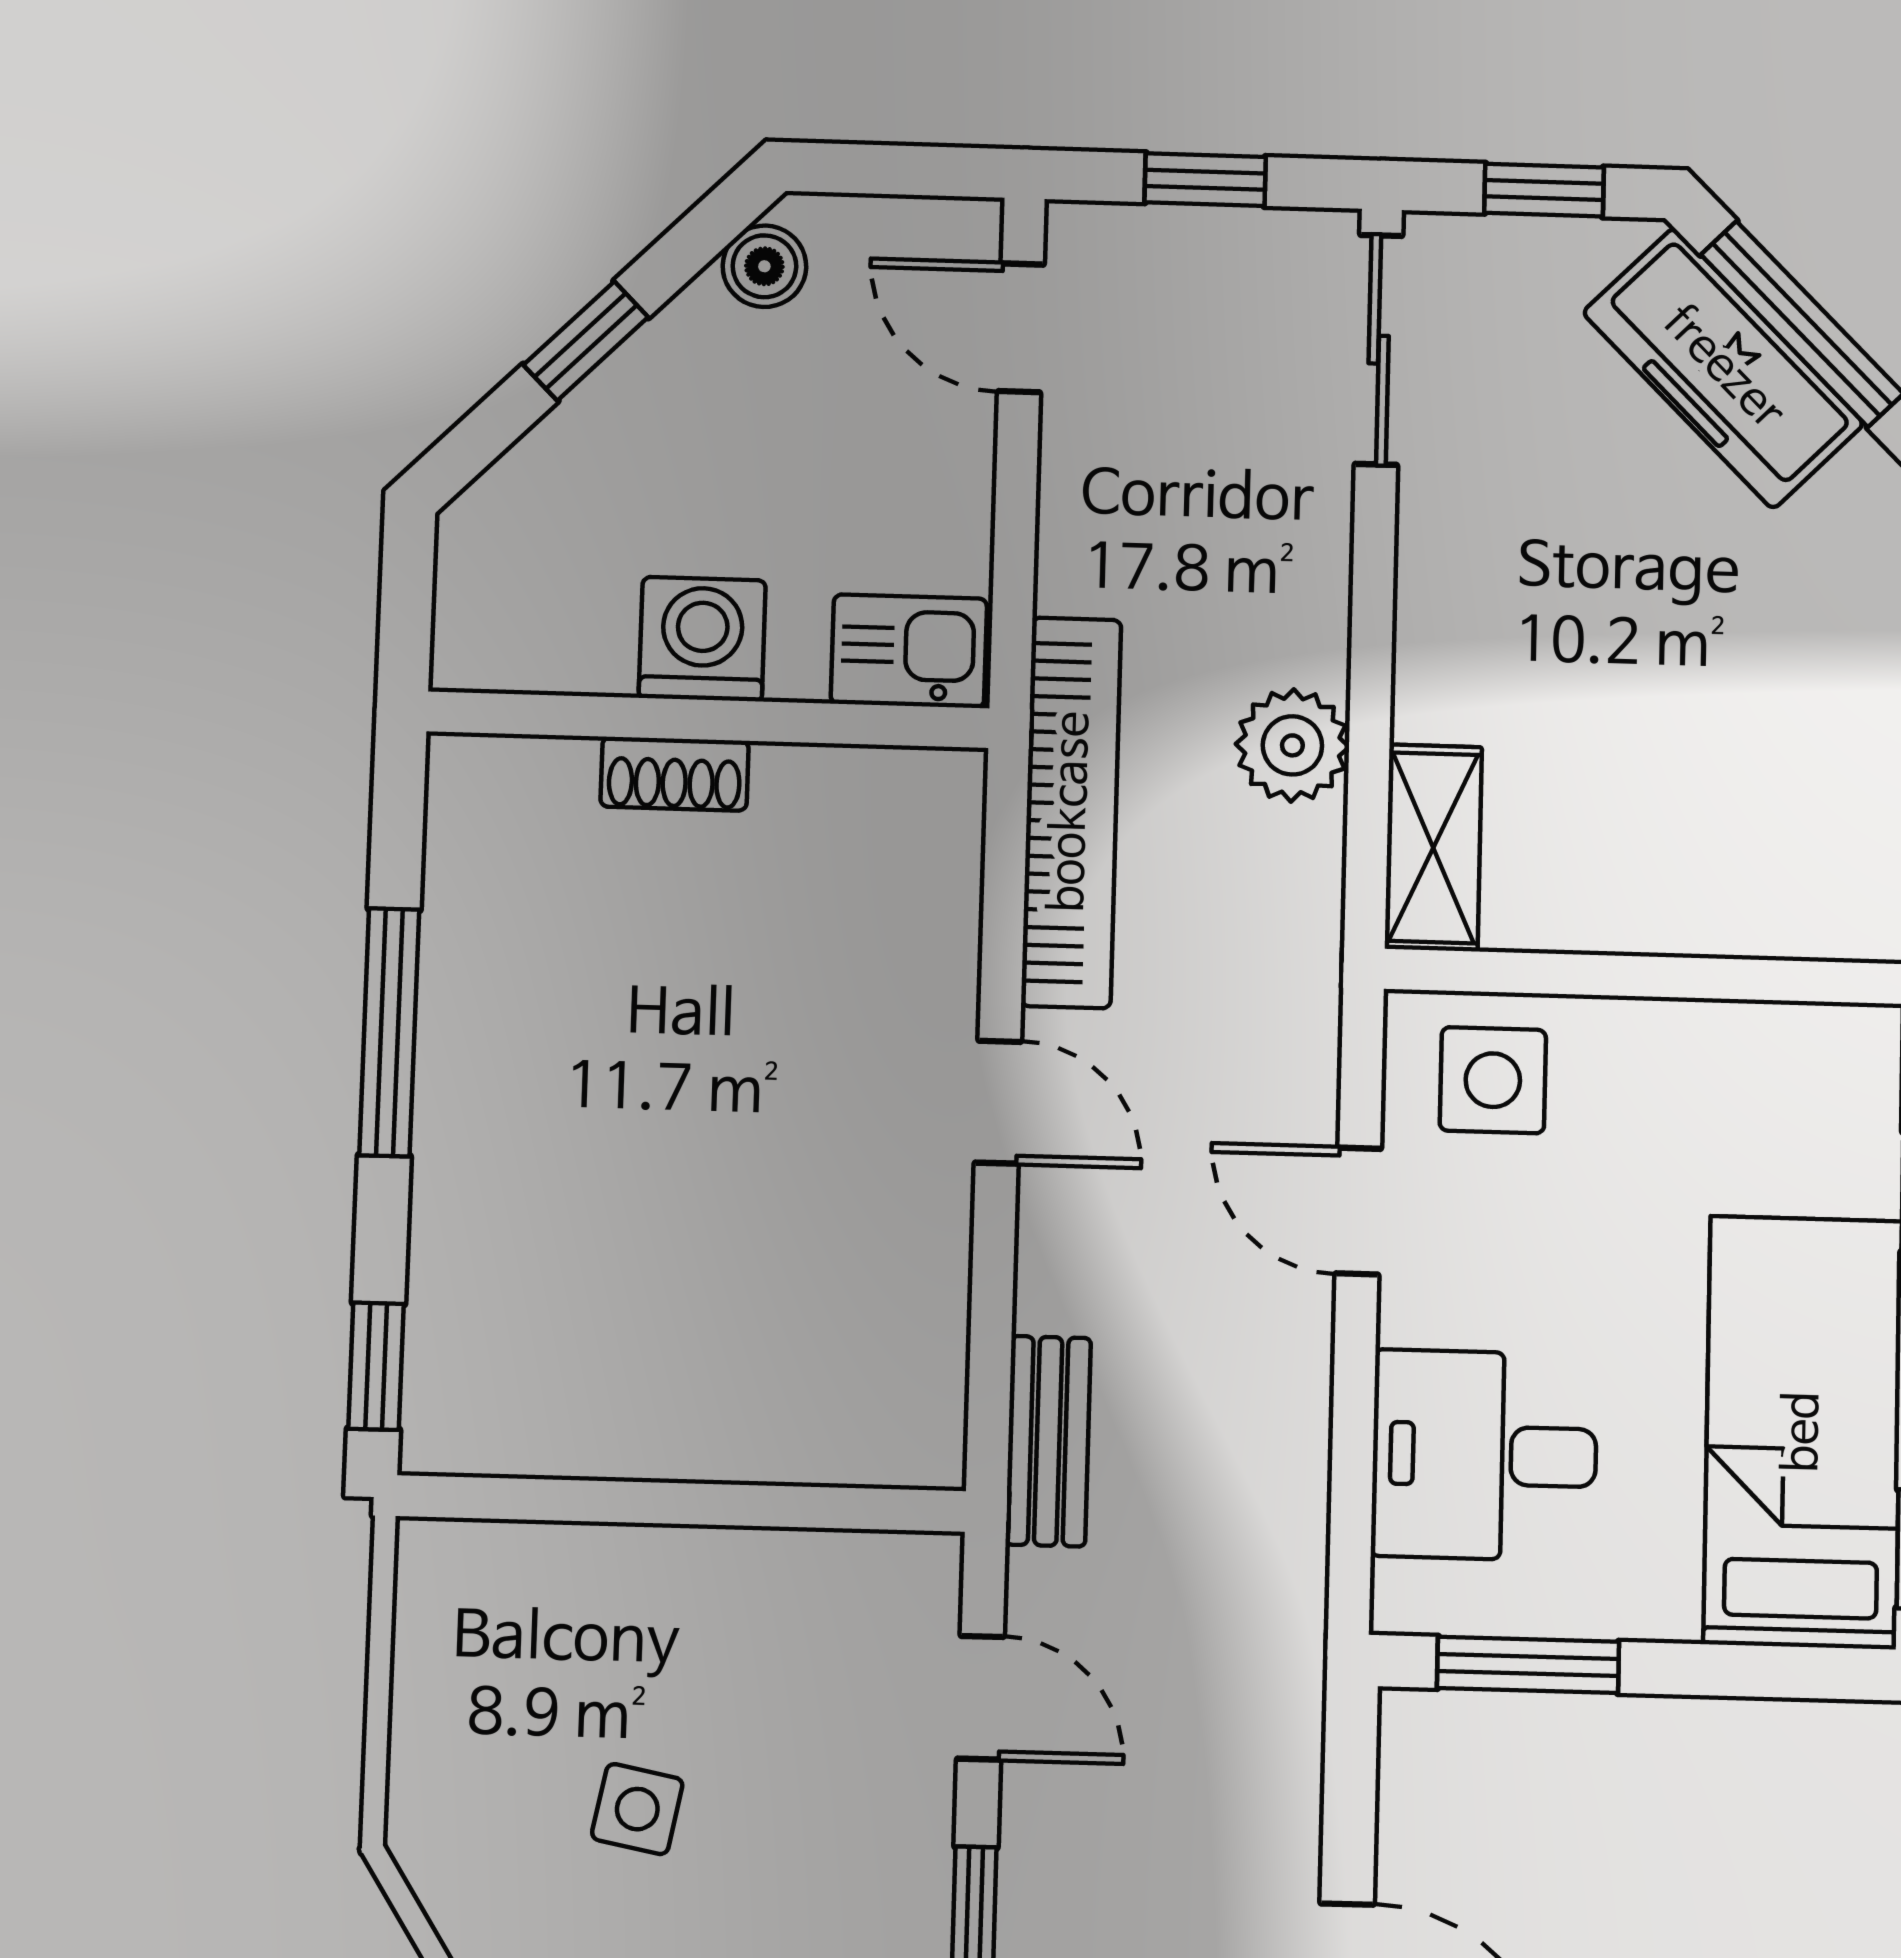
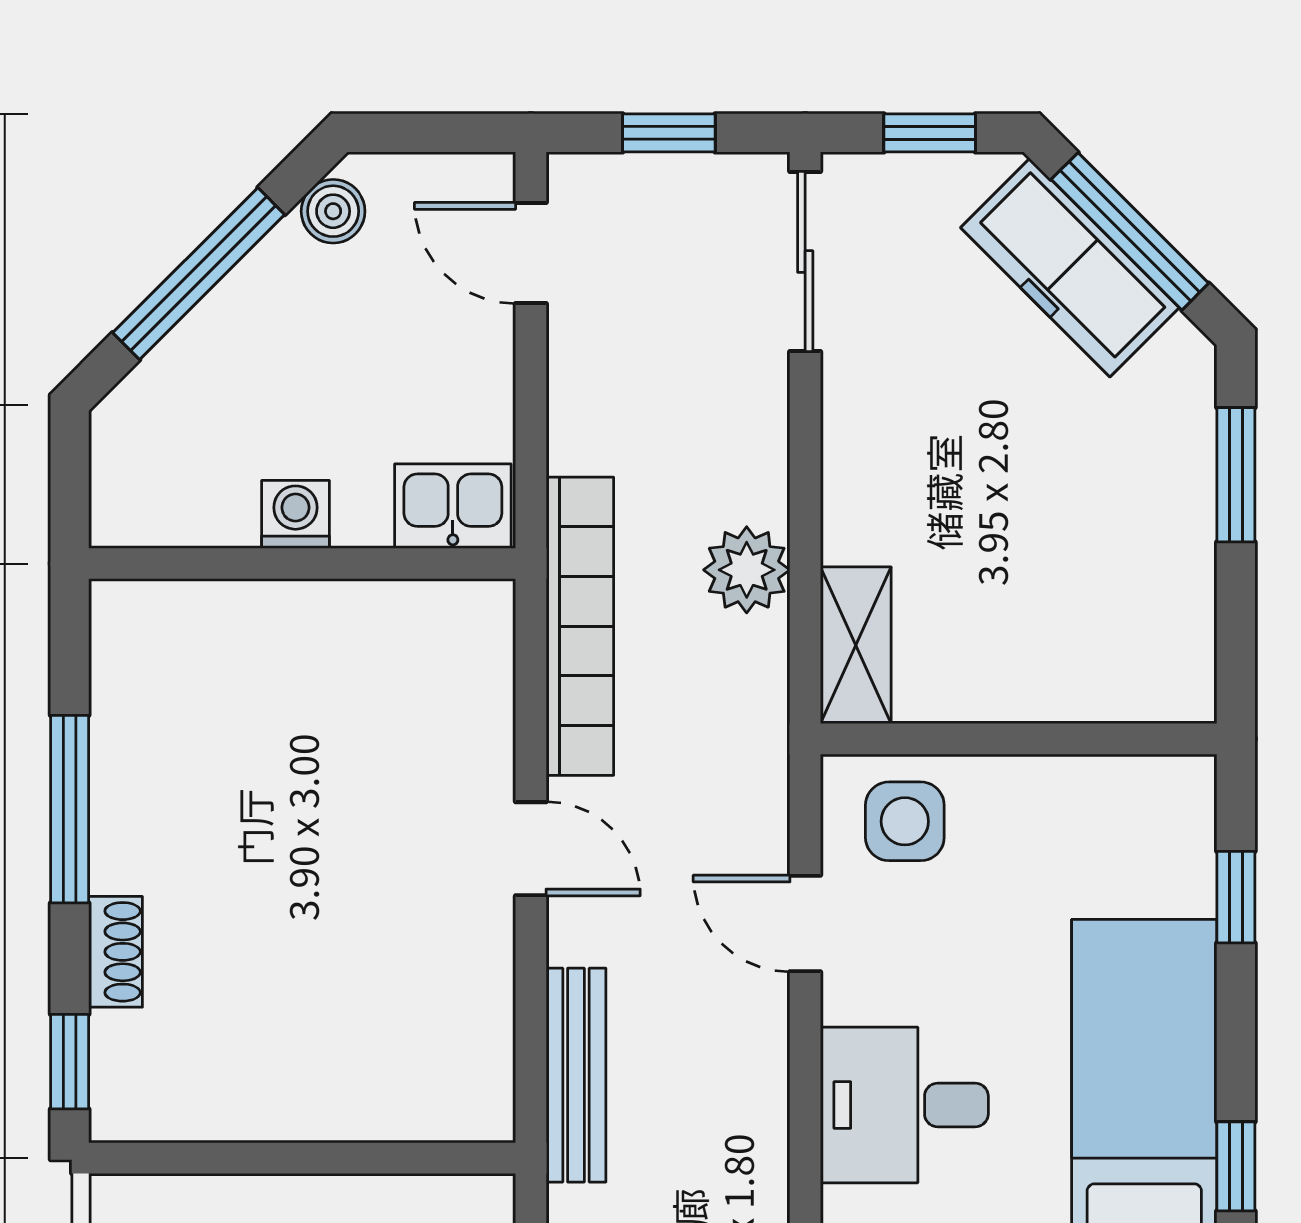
window: (586, 341) -> (199, 274), width x2.17
washing machine: (702, 639) -> (295, 514), width x0.73, depth x0.73
shoe rack: (675, 774) -> (116, 952), moved, turned -90
bench: (1048, 1441) -> (576, 1075), width x1.36

